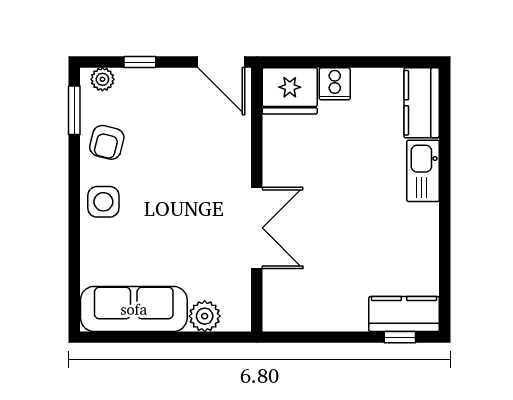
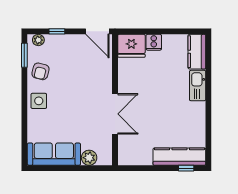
kitchen counter: (404, 314) -> (179, 157), width x1.50

